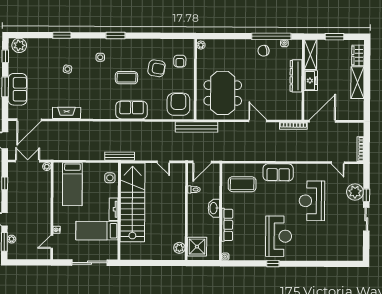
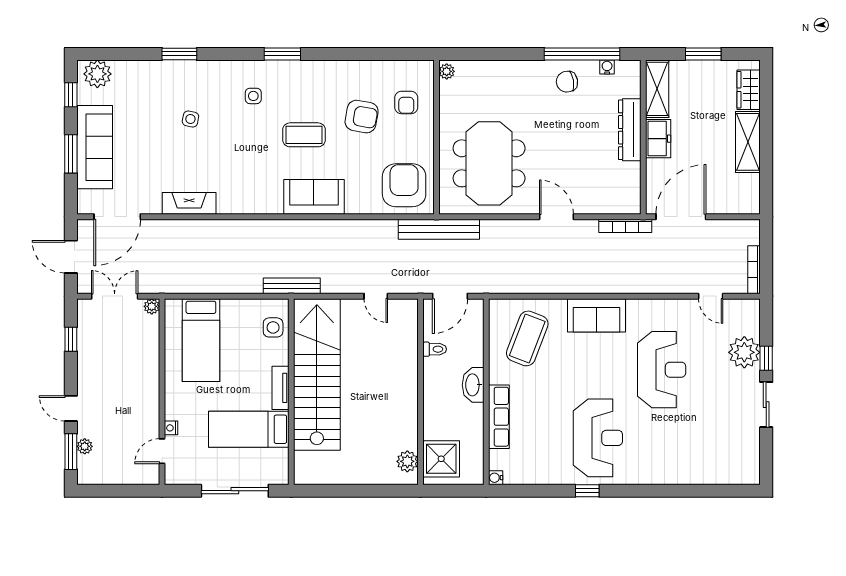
sofa: (17, 89) -> (95, 147), width x1.36
coffee table: (242, 184) -> (527, 338), turned -69
reception desk: (312, 201) -> (662, 370), turned 180

